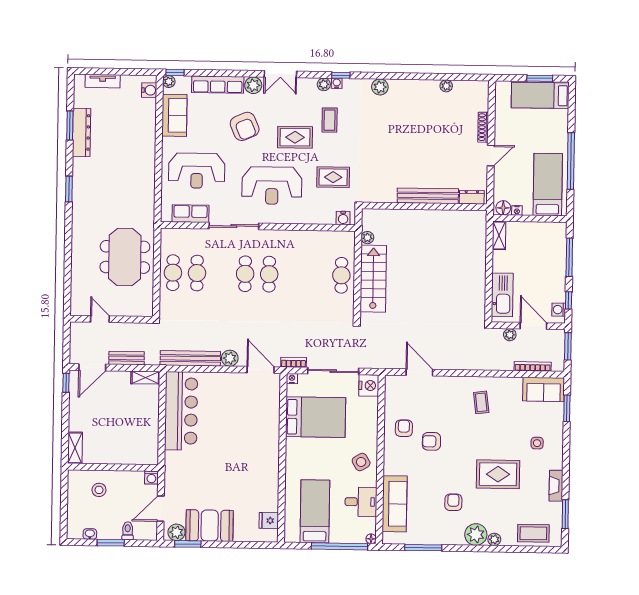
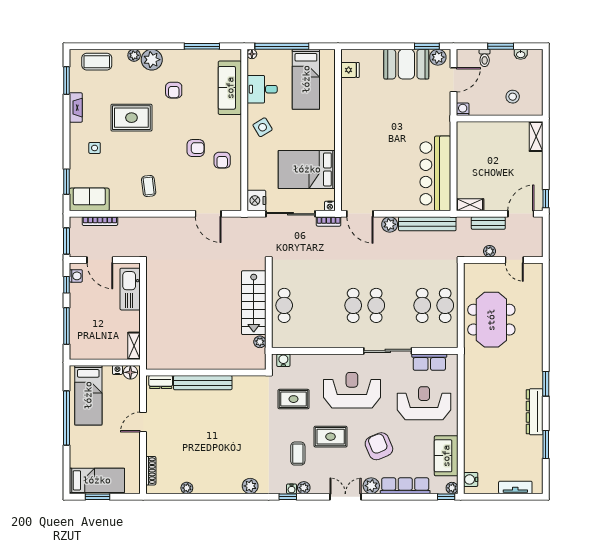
shoe rack: (483, 127) -> (151, 471), moved
dresser: (82, 132) -> (535, 412), moved
plant: (510, 335) -> (489, 251), moved

